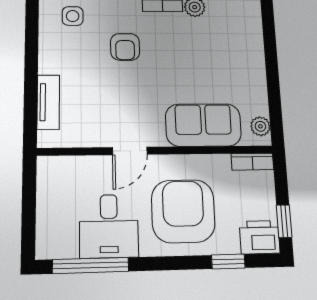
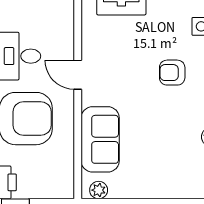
bookcase: (252, 162) -> (67, 181), removed

